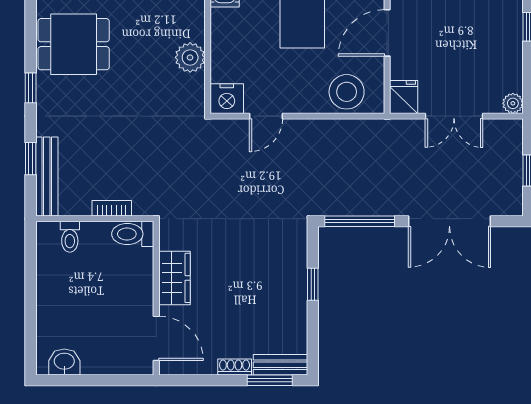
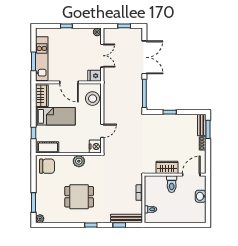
dining table: (74, 44) -> (79, 197), moved, turned 90
door: (266, 116) -> (102, 131), hinge flipped
toilet: (133, 234) -> (172, 184), moved
washbasin: (64, 362) -> (201, 196), moved

